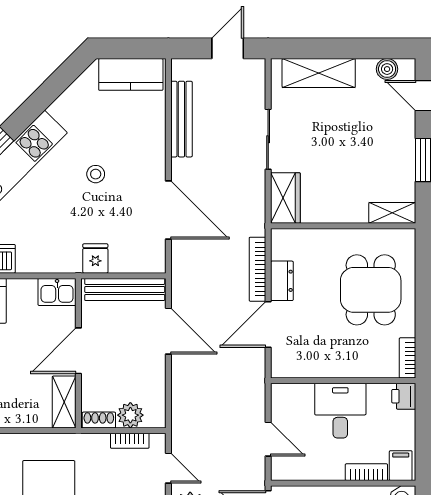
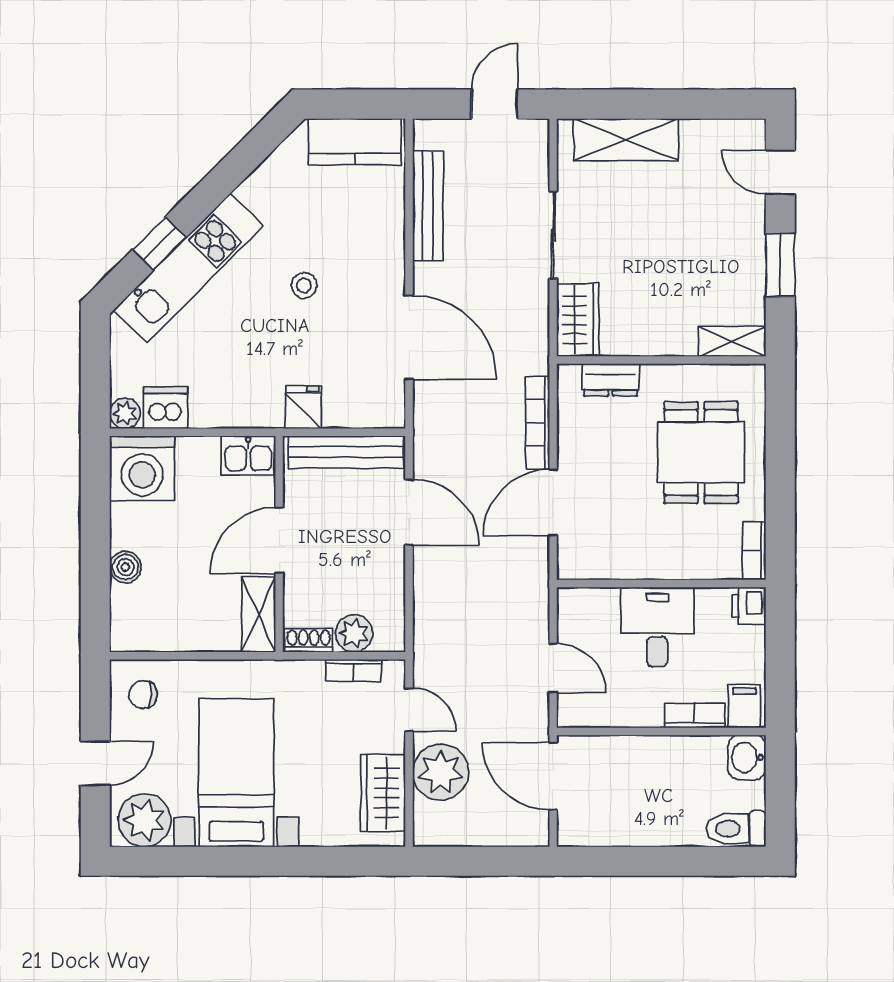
boiler: (387, 69) -> (725, 134), removed
dresser: (282, 281) -> (611, 380), moved, turned 90

